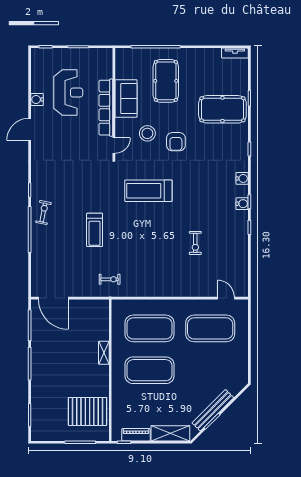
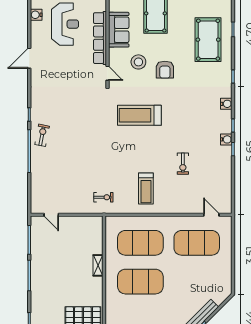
water cooler: (37, 100) -> (36, 15), moved
pool table: (222, 109) -> (208, 40), turned 90
door: (114, 145) -> (107, 73), hinge flipped
water cooler: (242, 204) -> (226, 139), moved
treadmill: (95, 230) -> (146, 189), moved
door: (53, 298) -> (51, 215), width x0.53

